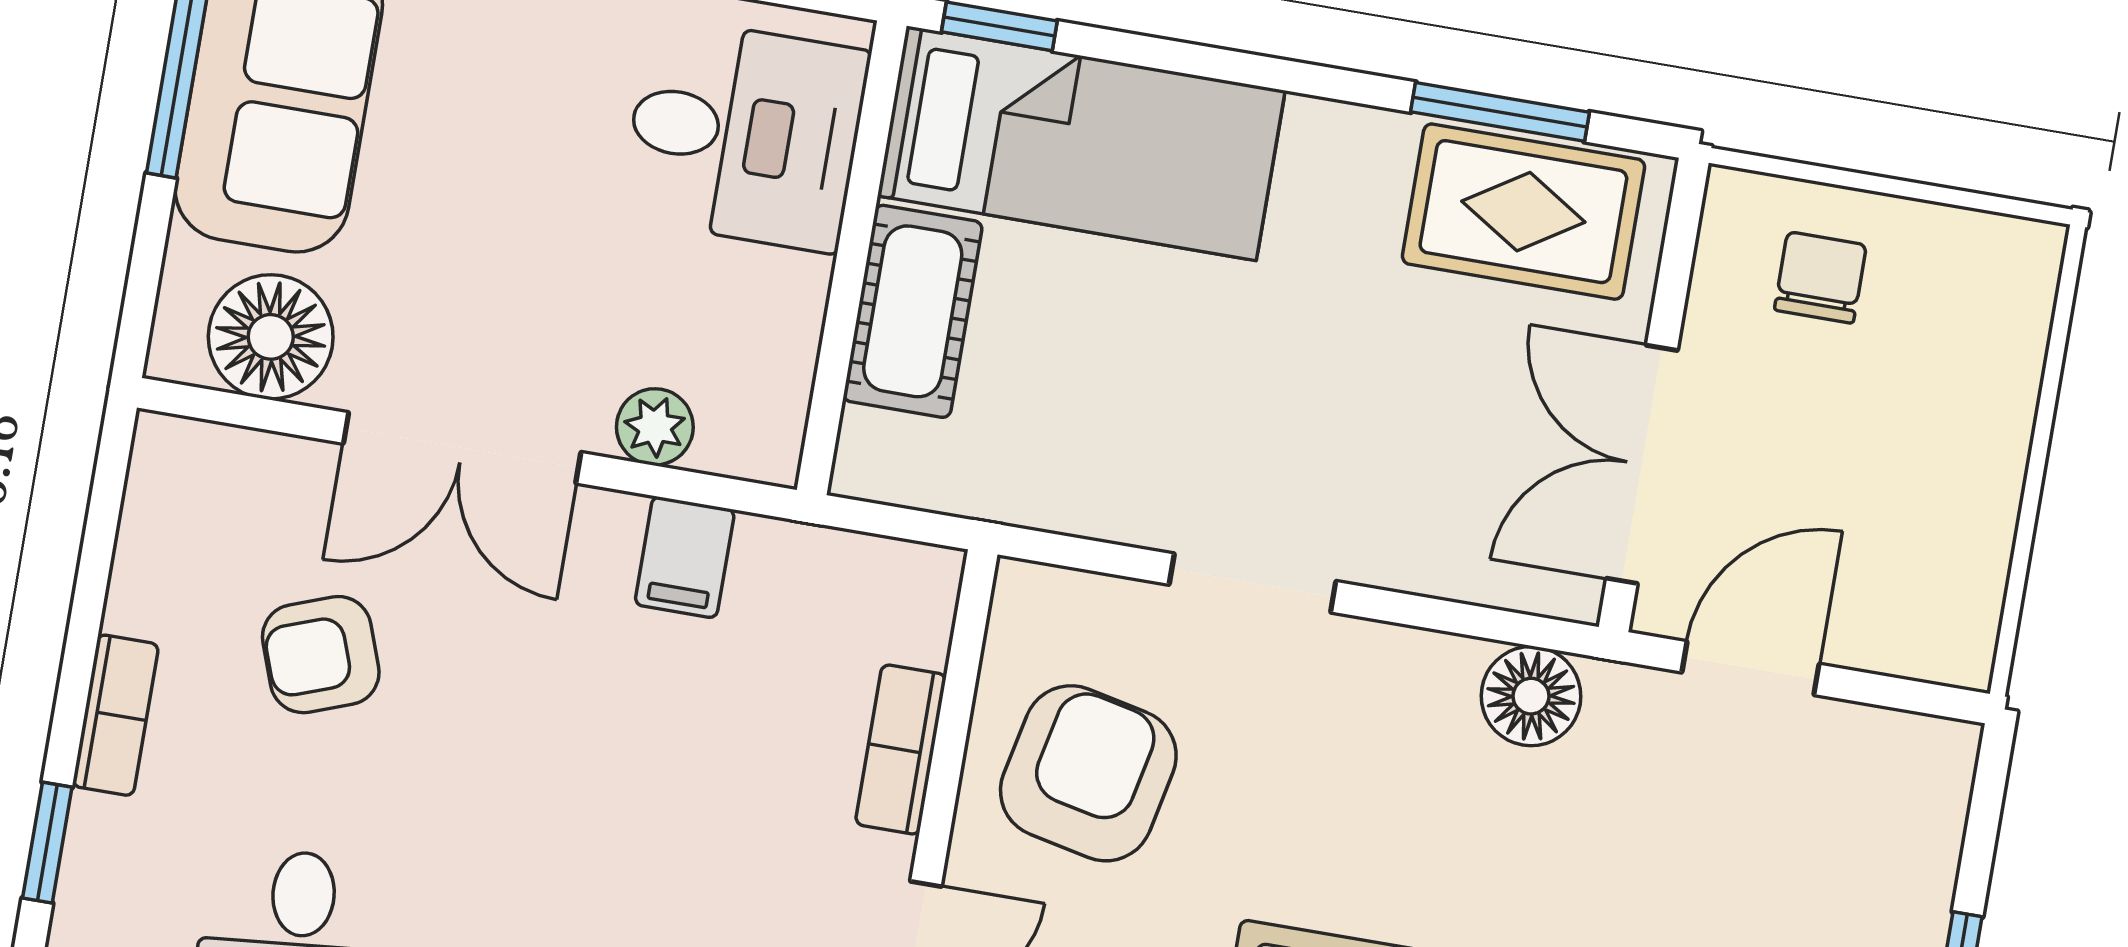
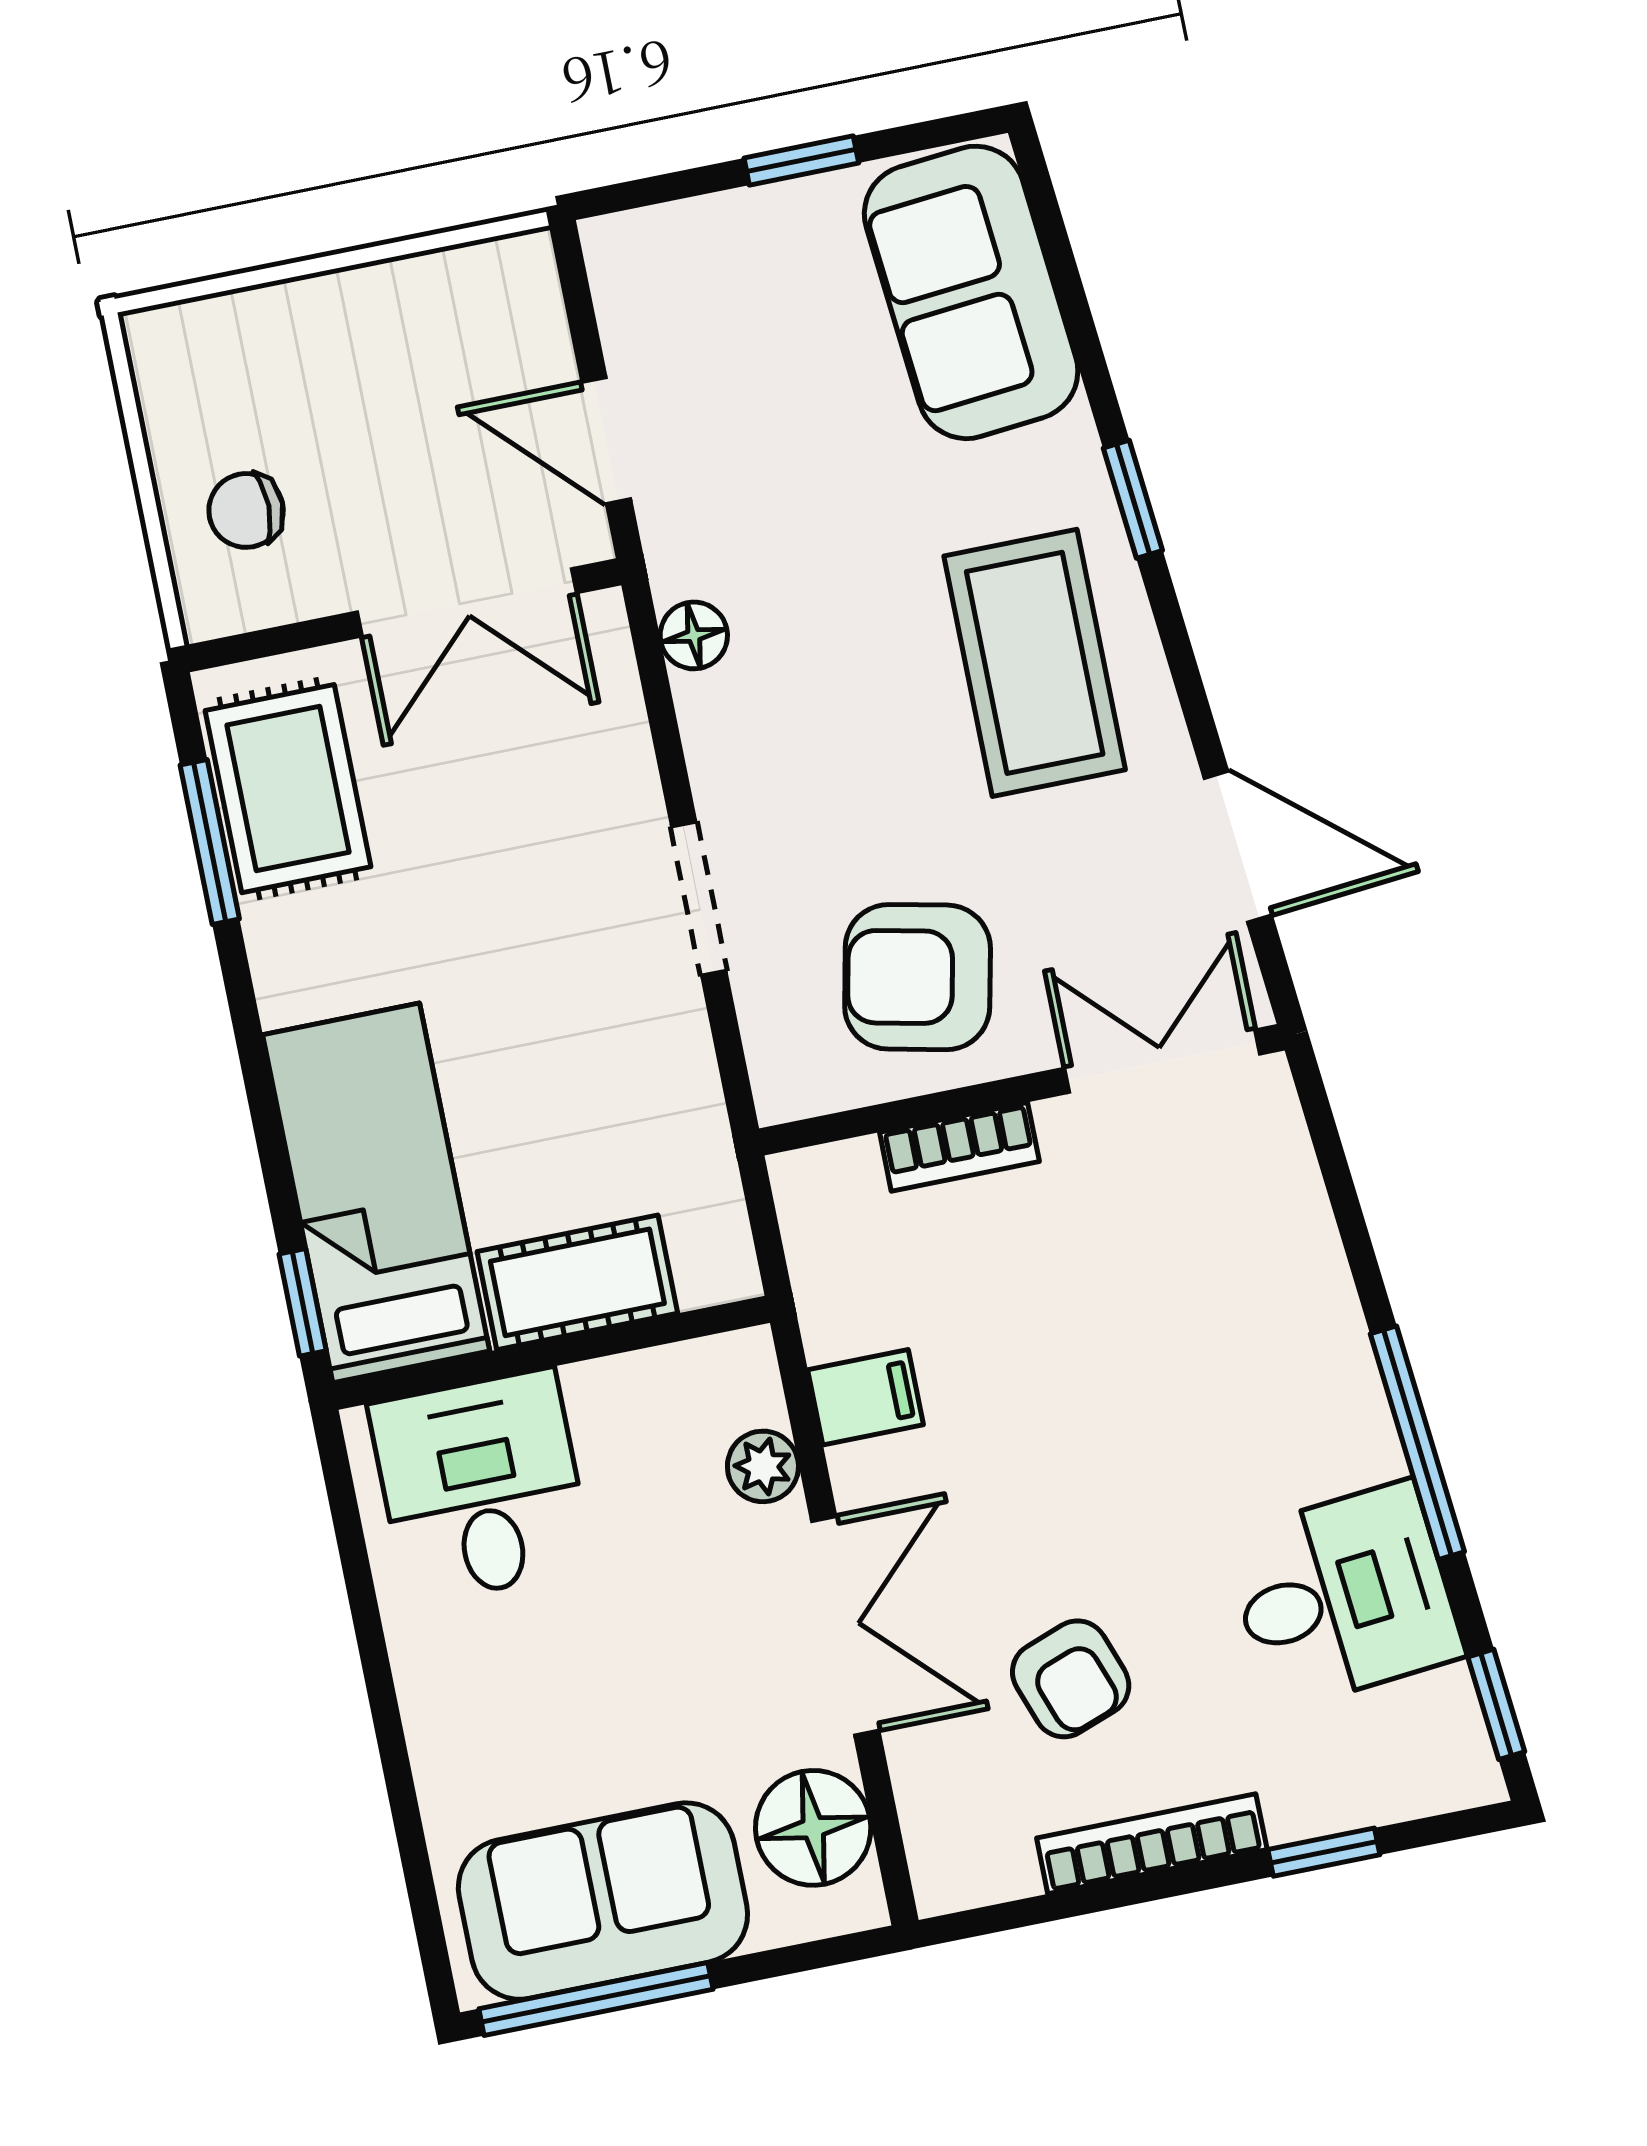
floor lamp: (1531, 696) -> (694, 635), width x0.73, depth x0.73
bookcase: (116, 715) -> (1152, 1844), width x1.56

